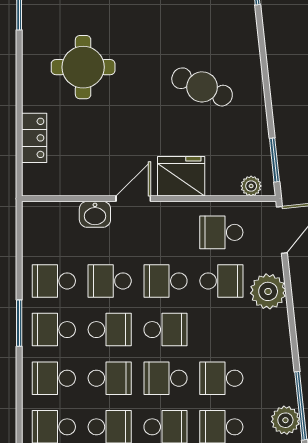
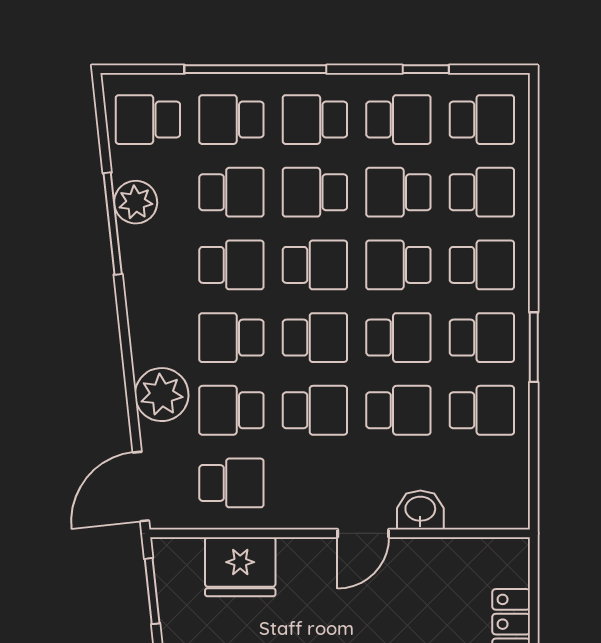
fridge: (181, 176) -> (240, 567), moved
plant: (251, 186) -> (187, 552), removed
school desk: (110, 330) -> (398, 338), turned 180
school desk: (166, 330) -> (315, 338), turned 180
school desk: (221, 330) -> (231, 338), added

